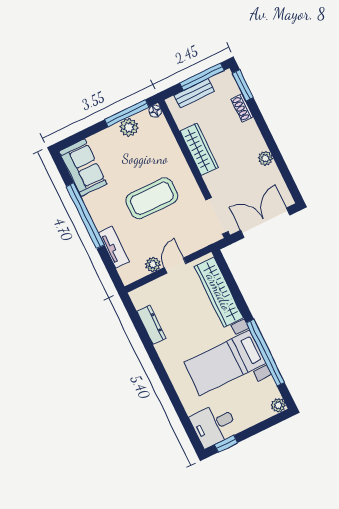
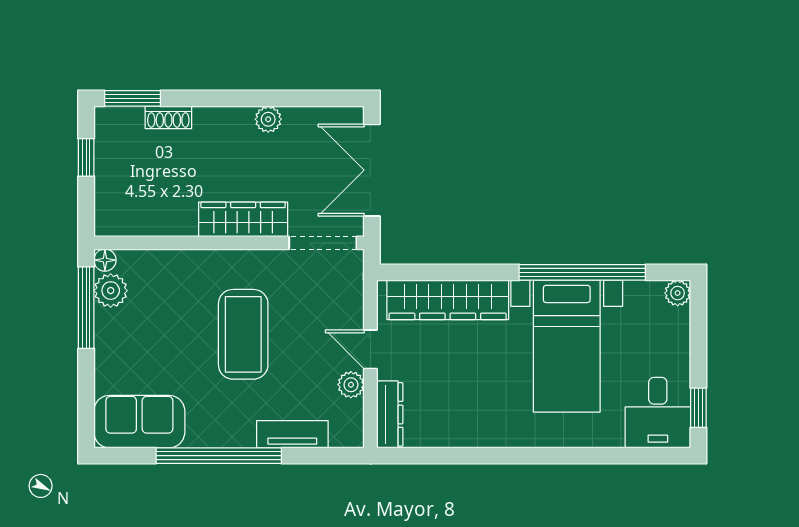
window: (202, 77) -> (86, 157), width x0.46
bench: (194, 93) -> (107, 183), removed
plant: (129, 127) -> (111, 291), moved
wardrobe: (199, 149) -> (243, 219), moved
dresser: (151, 325) -> (390, 414), moved, turned 90

